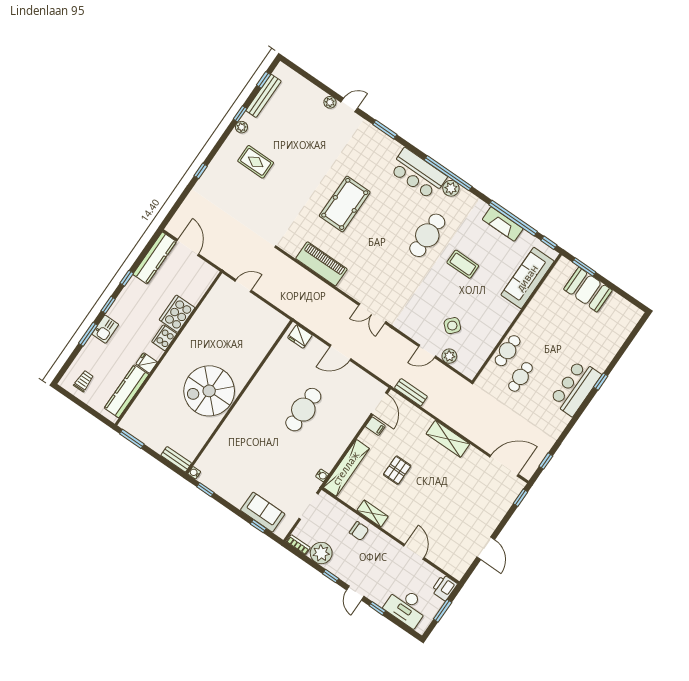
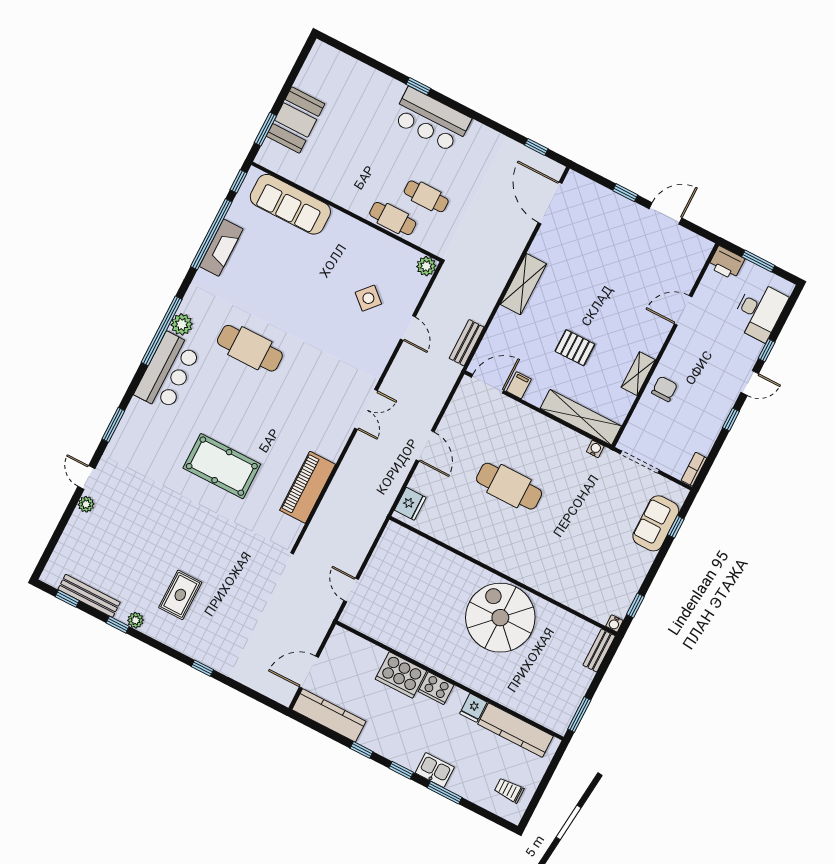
coffee table: (463, 264) -> (283, 295), removed
plant: (449, 356) -> (426, 266), moved
spiral stairs: (209, 391) -> (500, 618), turned 180
window: (520, 498) -> (625, 193), moved
plant: (321, 553) -> (701, 437), removed

